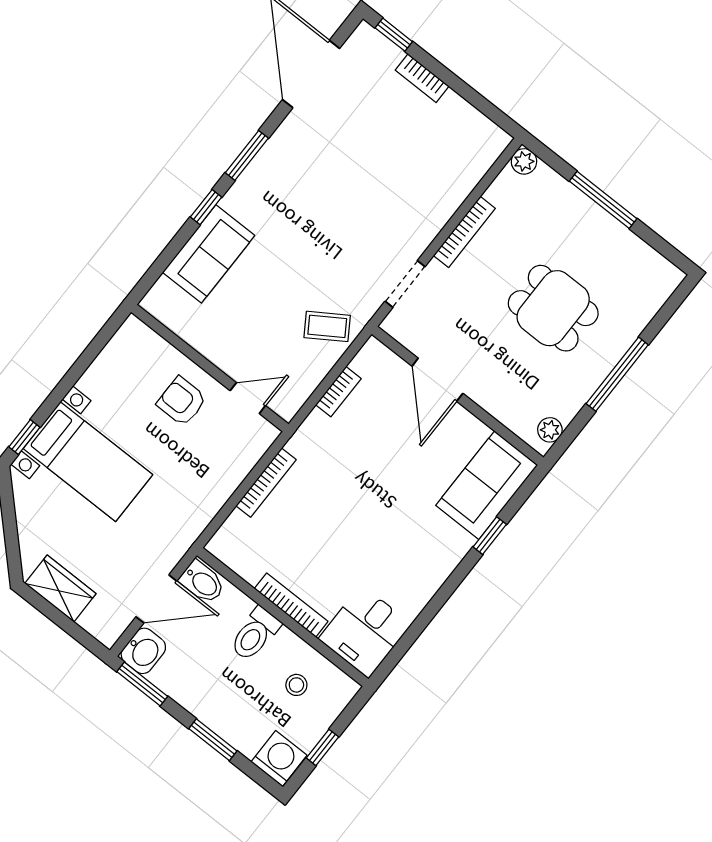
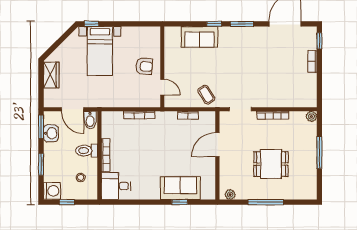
dining table: (553, 308) -> (271, 164), turned 90
armchair: (182, 401) -> (144, 66), turned 96
sofa: (487, 485) -> (180, 188), moved
washbasin: (143, 651) -> (51, 133), moved, turned -90

